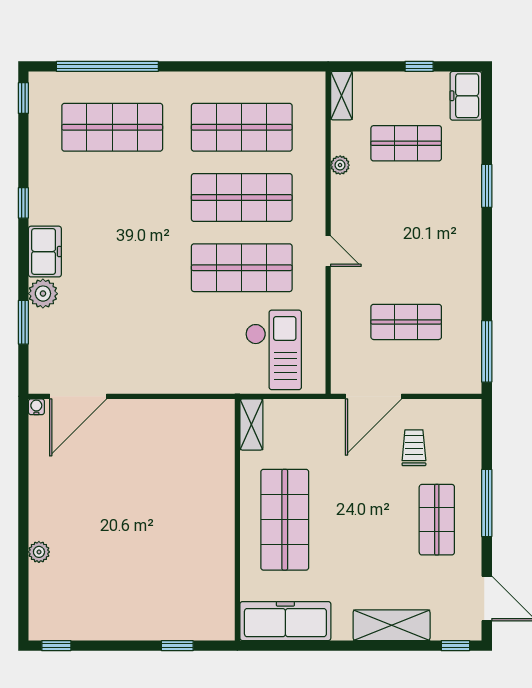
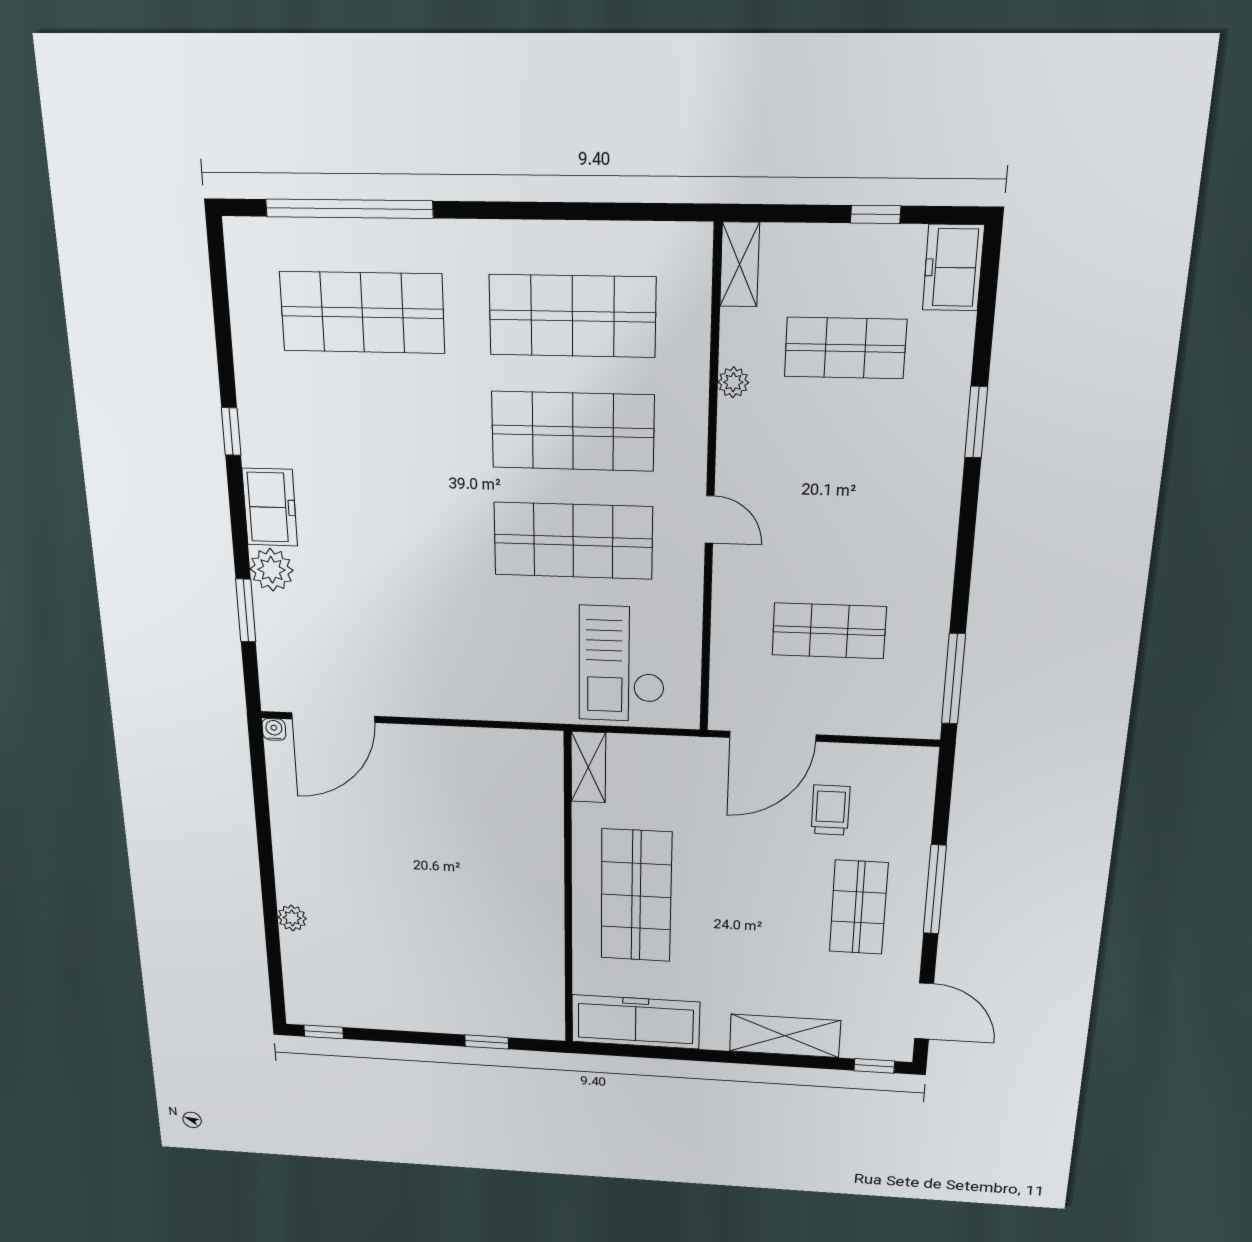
window: (23, 98) -> (217, 261), removed
checkout: (274, 350) -> (622, 664), turned 180

